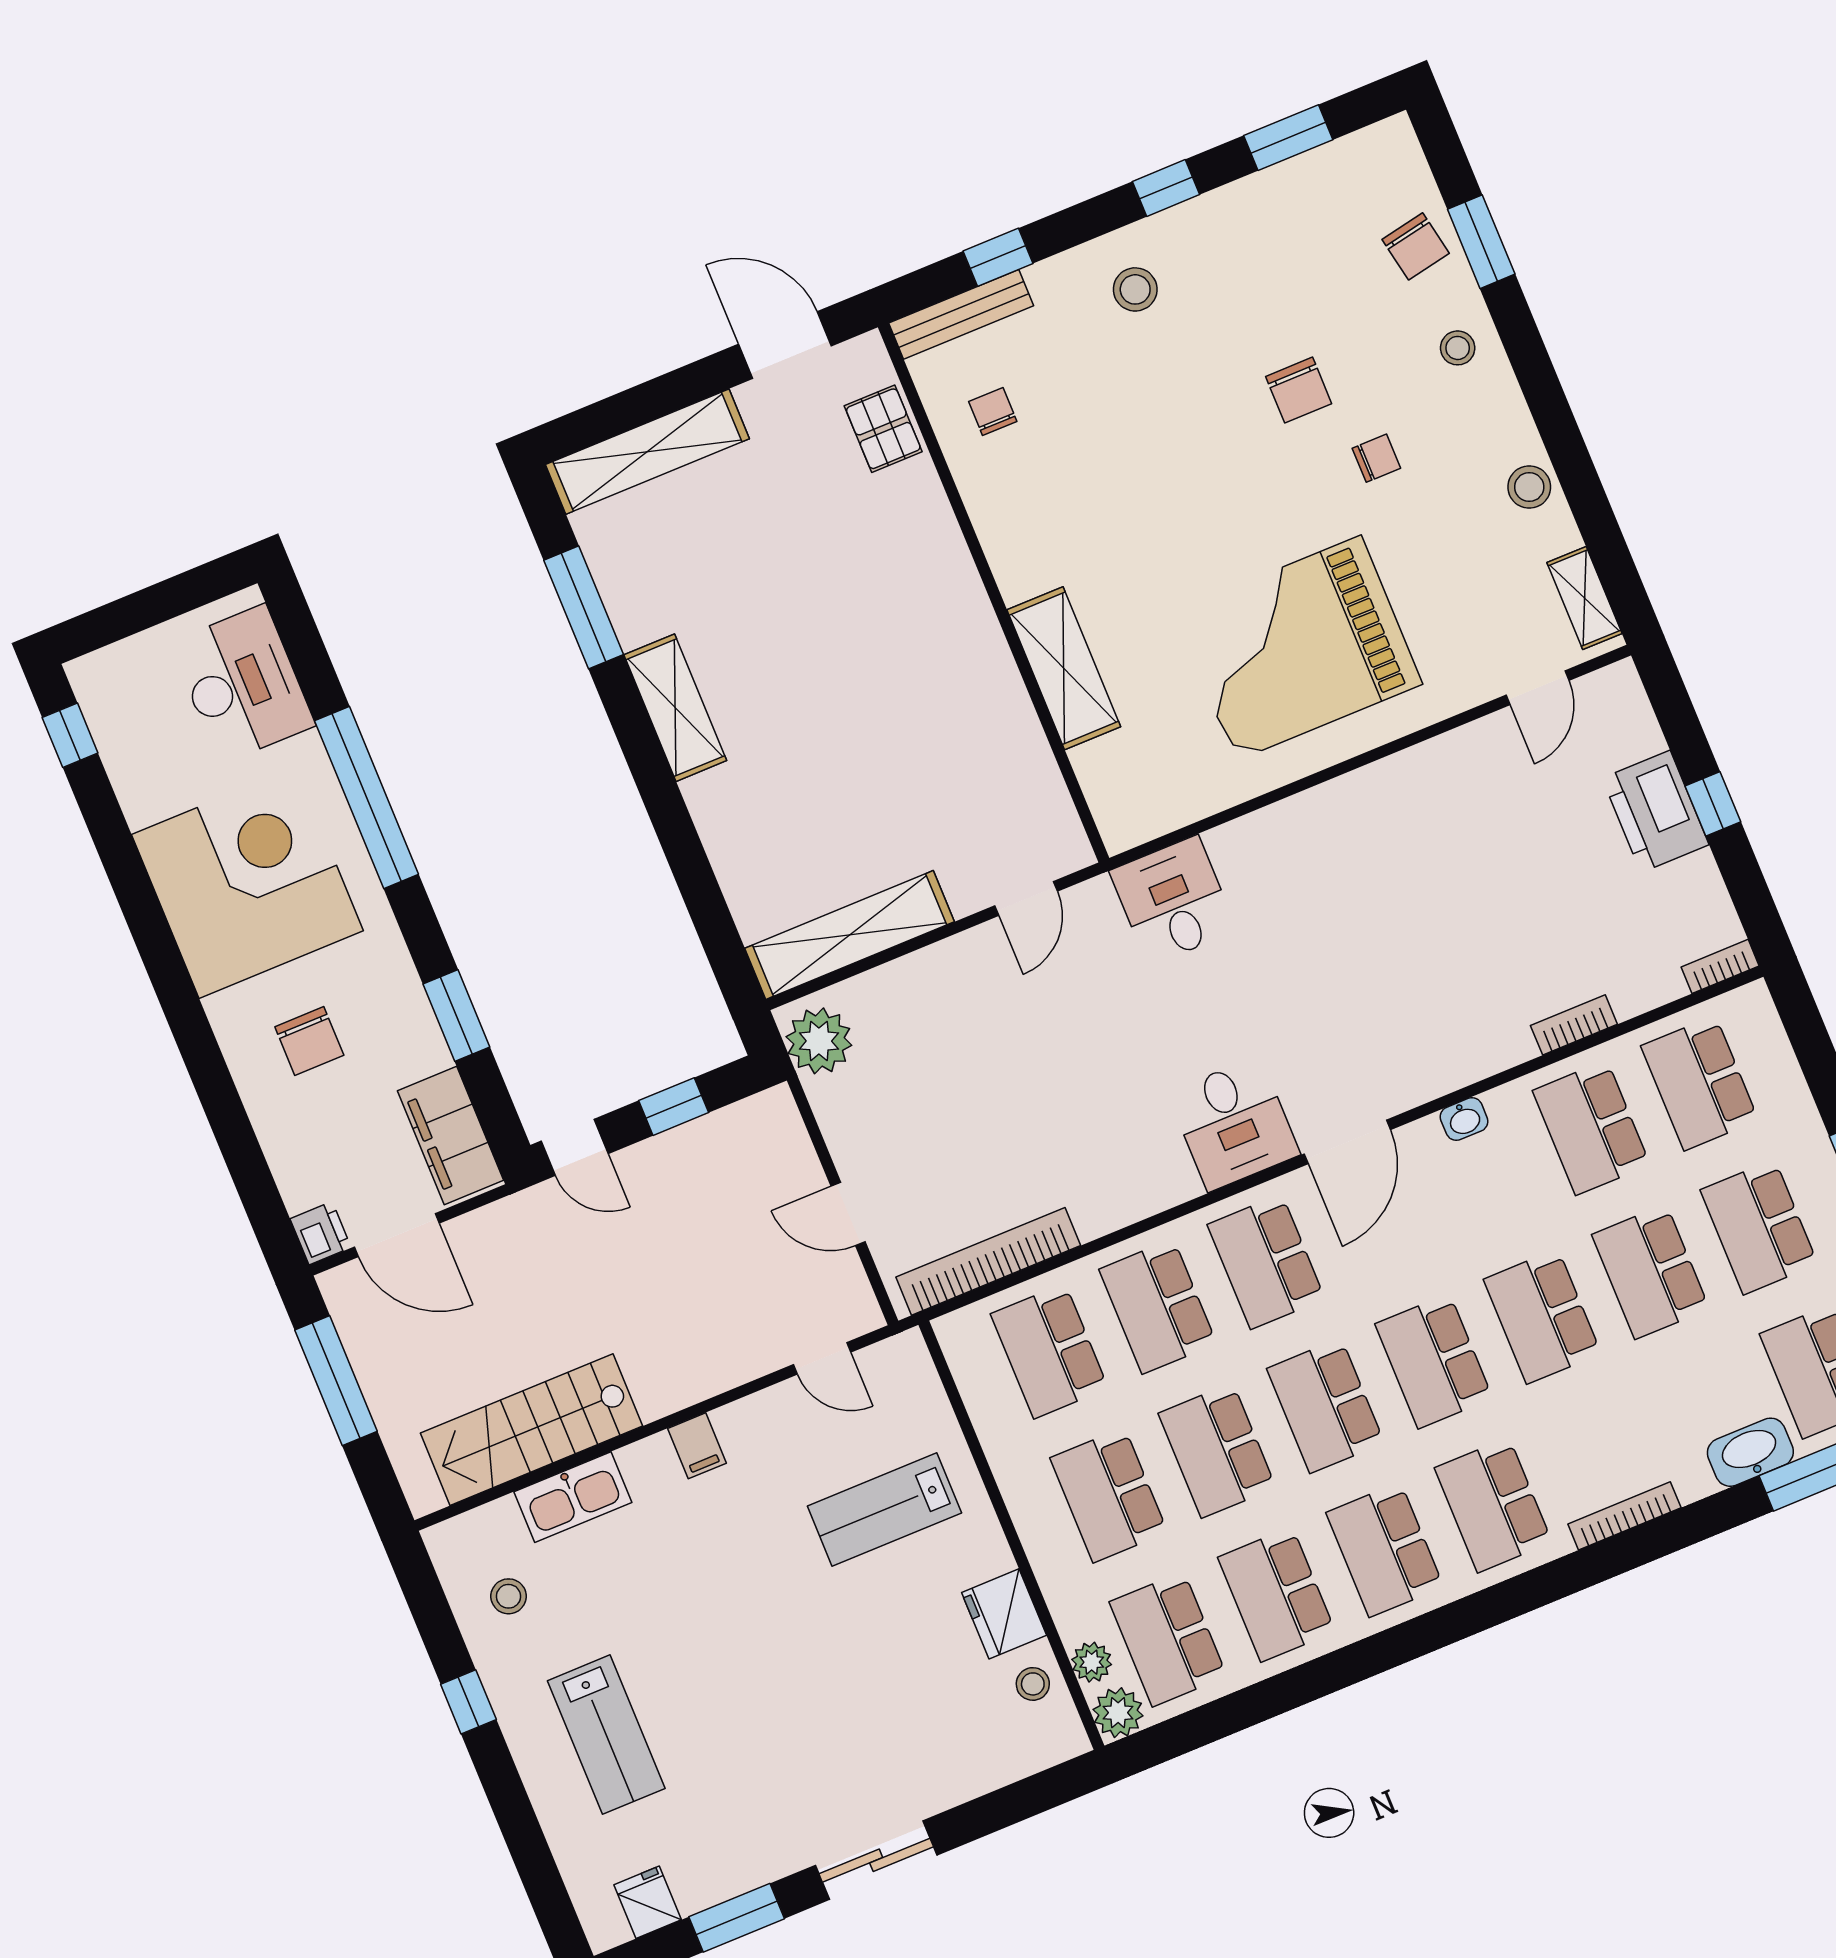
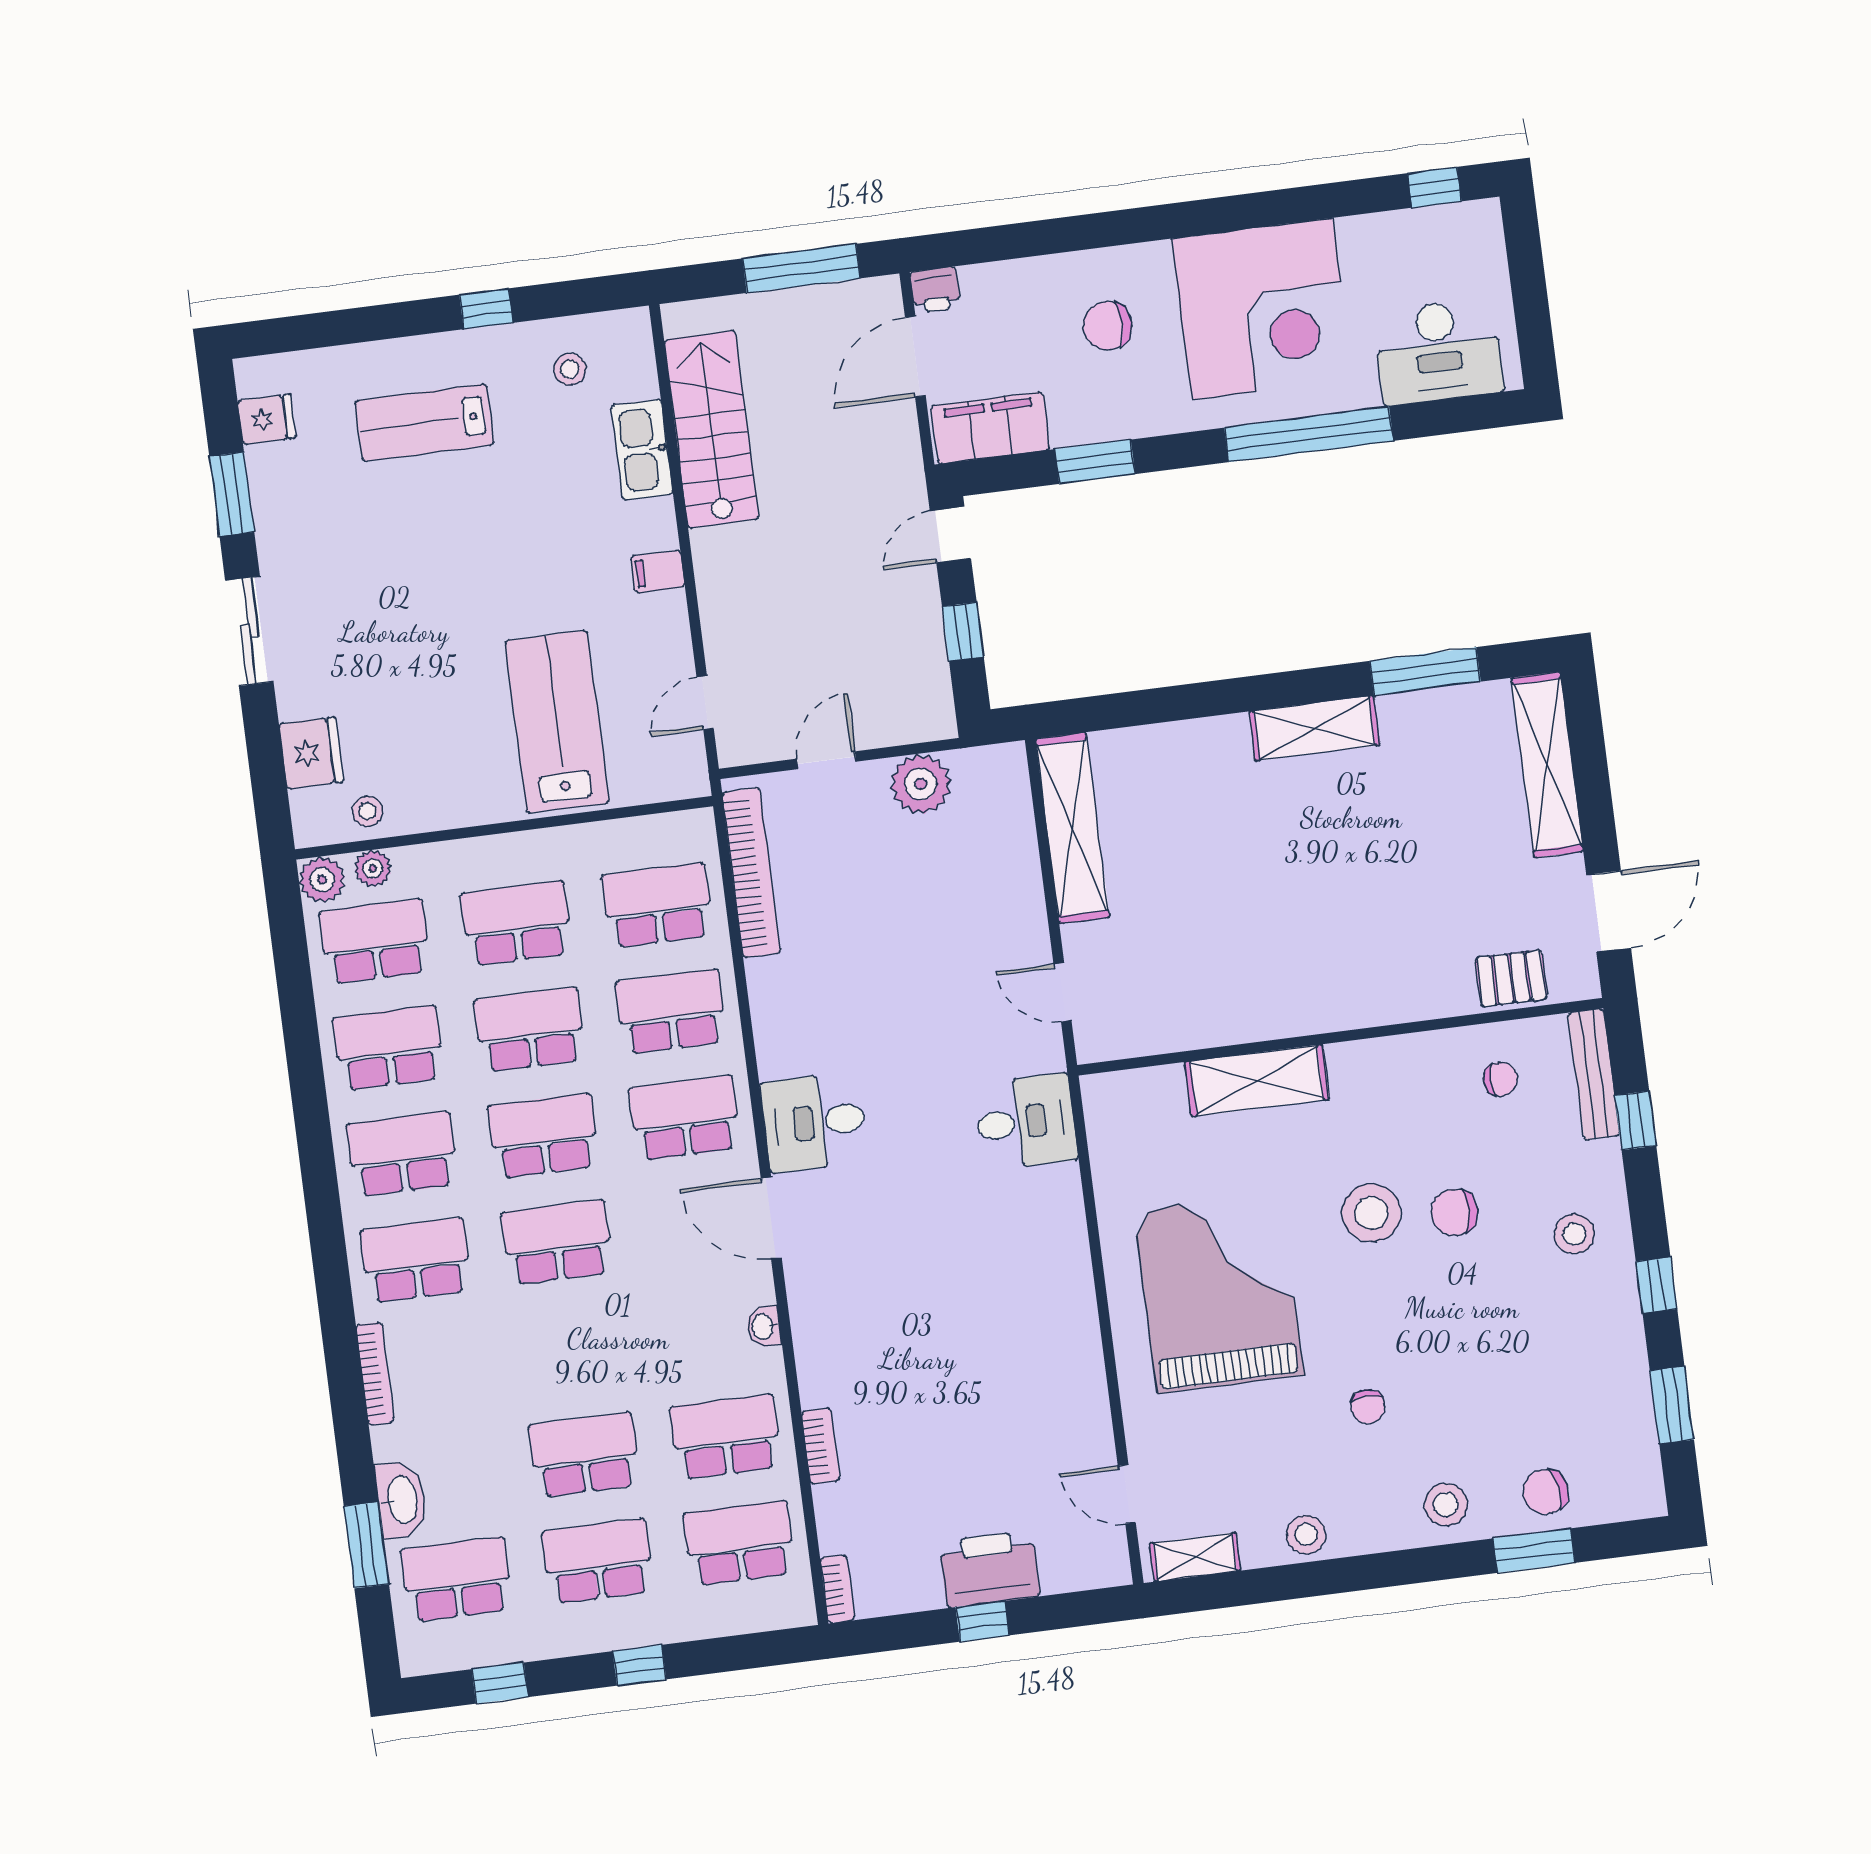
stool: (1458, 348) -> (1446, 1505), width x1.37, depth x1.37
chair: (1299, 390) -> (1454, 1212), moved
stool: (1171, 510) -> (1371, 1213), added
plant: (819, 1041) -> (921, 784), moved
school desk: (1542, 1316) -> (571, 1349), removed
lab bench: (884, 1509) -> (557, 722), width x1.36, depth x1.39
fridge: (1004, 1614) -> (311, 753), moved, turned 90

